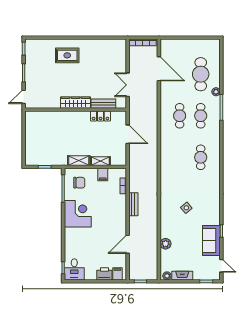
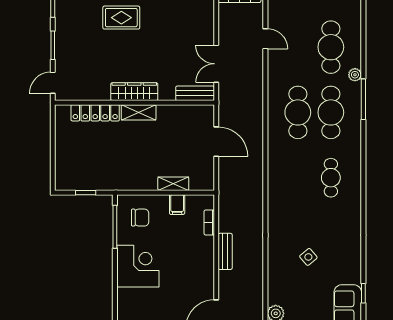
door: (159, 69) -> (265, 39), width x0.53
bench: (103, 104) -> (195, 93), moved
locker: (100, 116) -> (95, 113), moved, width x1.53
cafe table: (180, 116) -> (298, 112), width x1.37, depth x1.35
cafe table: (201, 116) -> (331, 112), width x1.37, depth x1.35
shelving: (79, 161) -> (139, 112), moved

